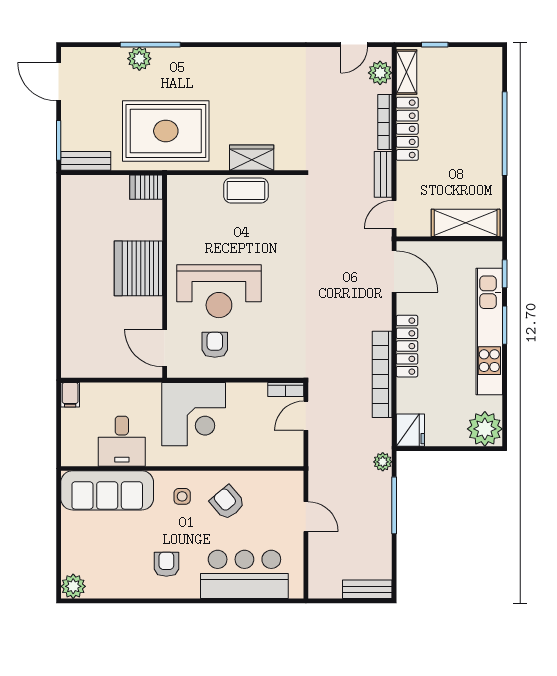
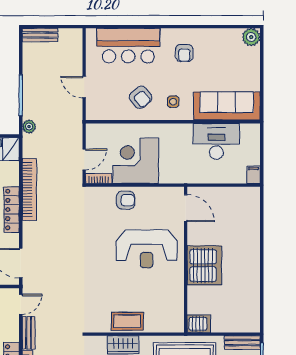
reception desk: (219, 291) -> (147, 249), turned 180
armchair: (215, 345) -> (126, 200), moved, turned -90
corner desk: (194, 414) -> (136, 161), moved
desk: (122, 441) -> (216, 141), width x1.37

